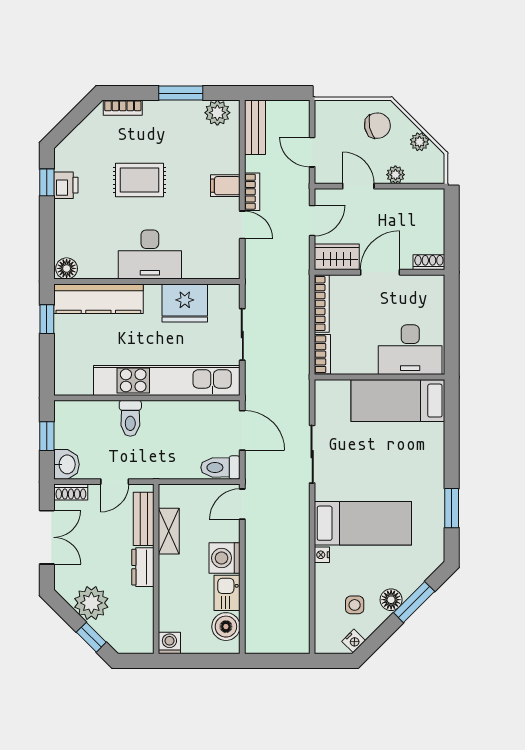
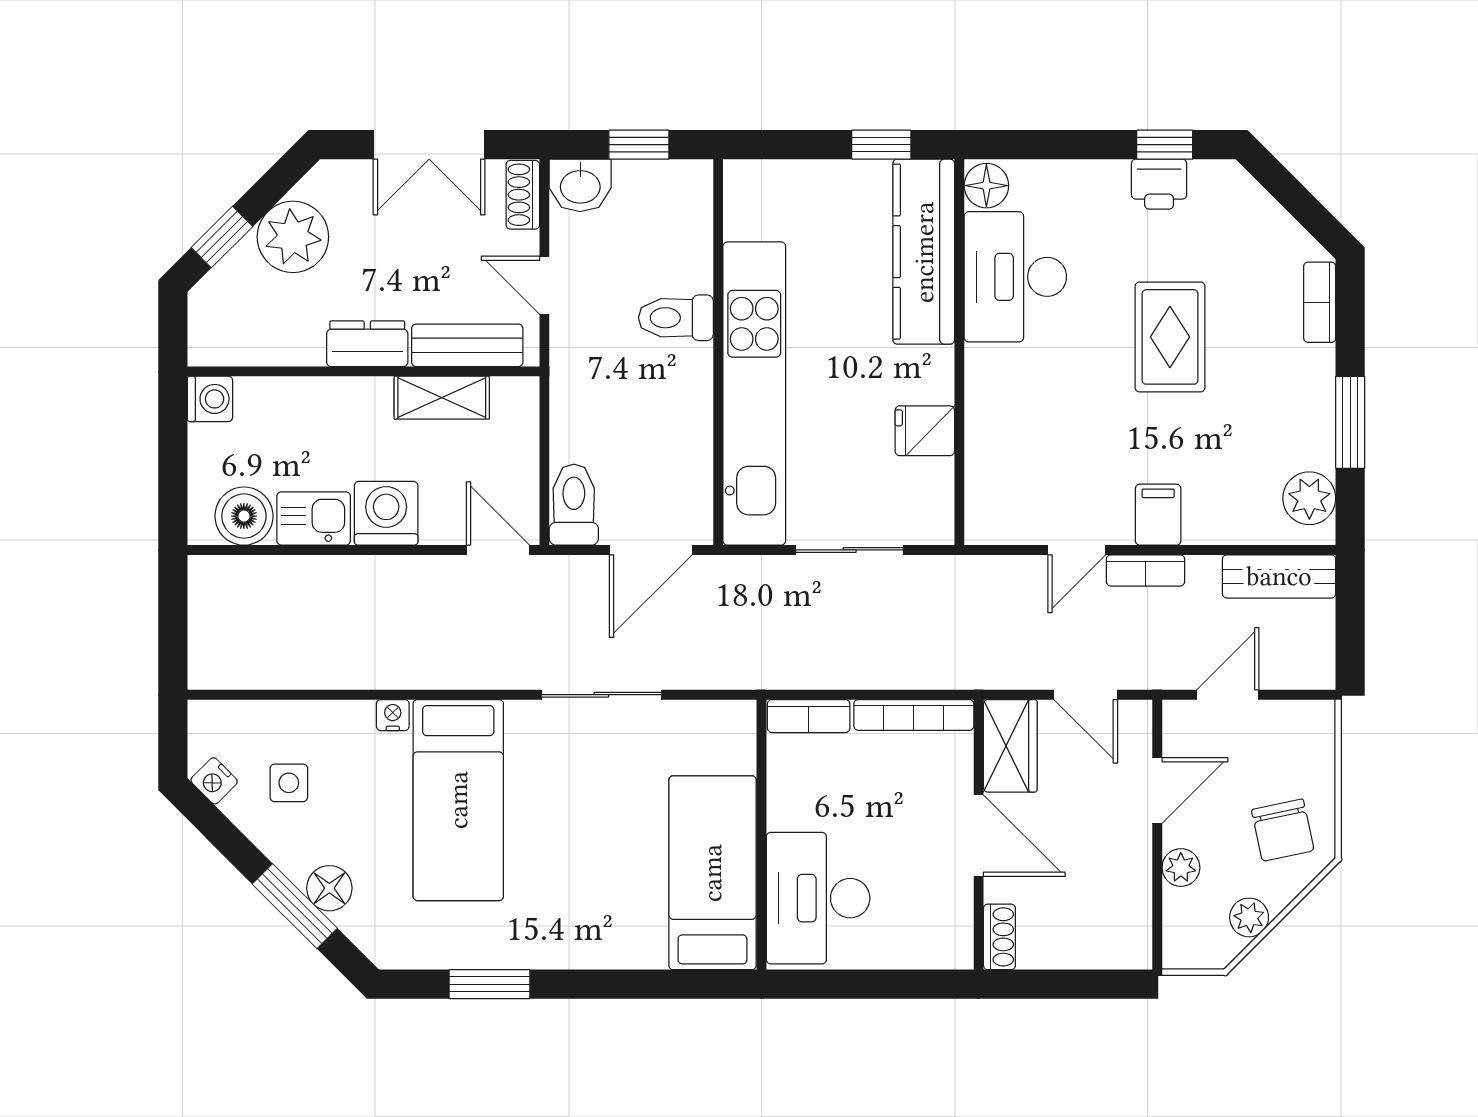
desk: (150, 255) -> (1015, 277), moved
fridge: (185, 303) -> (925, 431), width x0.53, depth x0.75
floor lamp: (391, 600) -> (329, 888), moved

